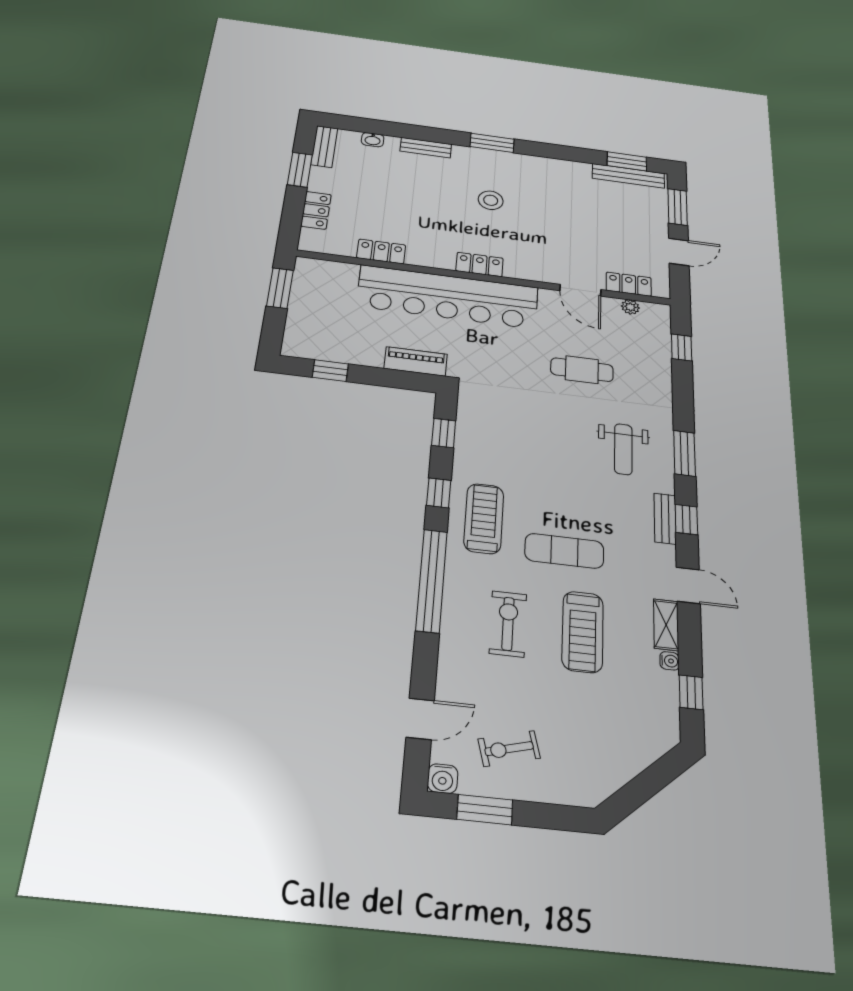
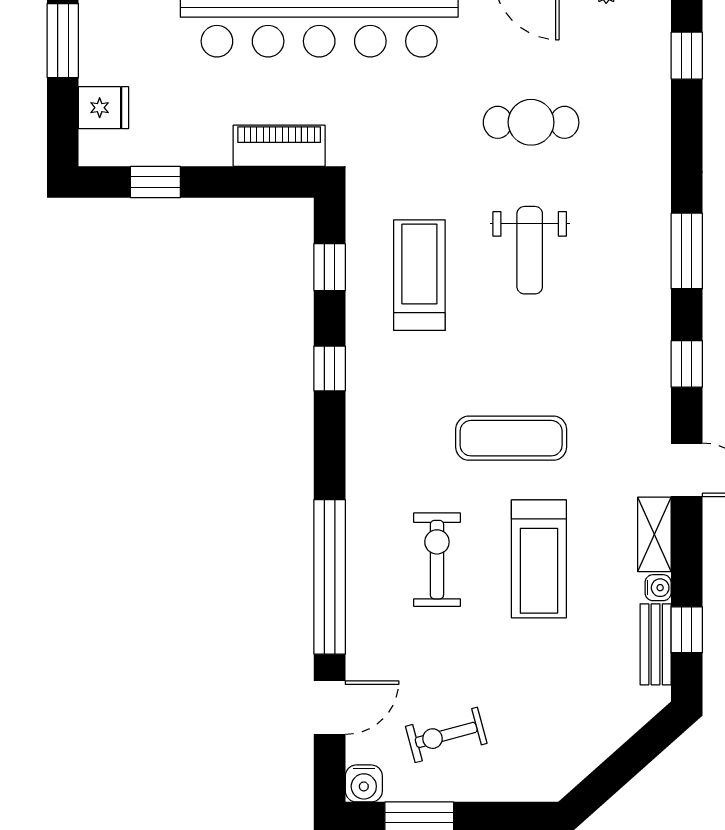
fridge: (301, 326) -> (104, 108), added
weight bench: (623, 449) -> (530, 250), moved
treadmill: (484, 518) -> (419, 275), moved
bench: (665, 519) -> (656, 644), moved
window: (432, 580) -> (330, 577), moved

